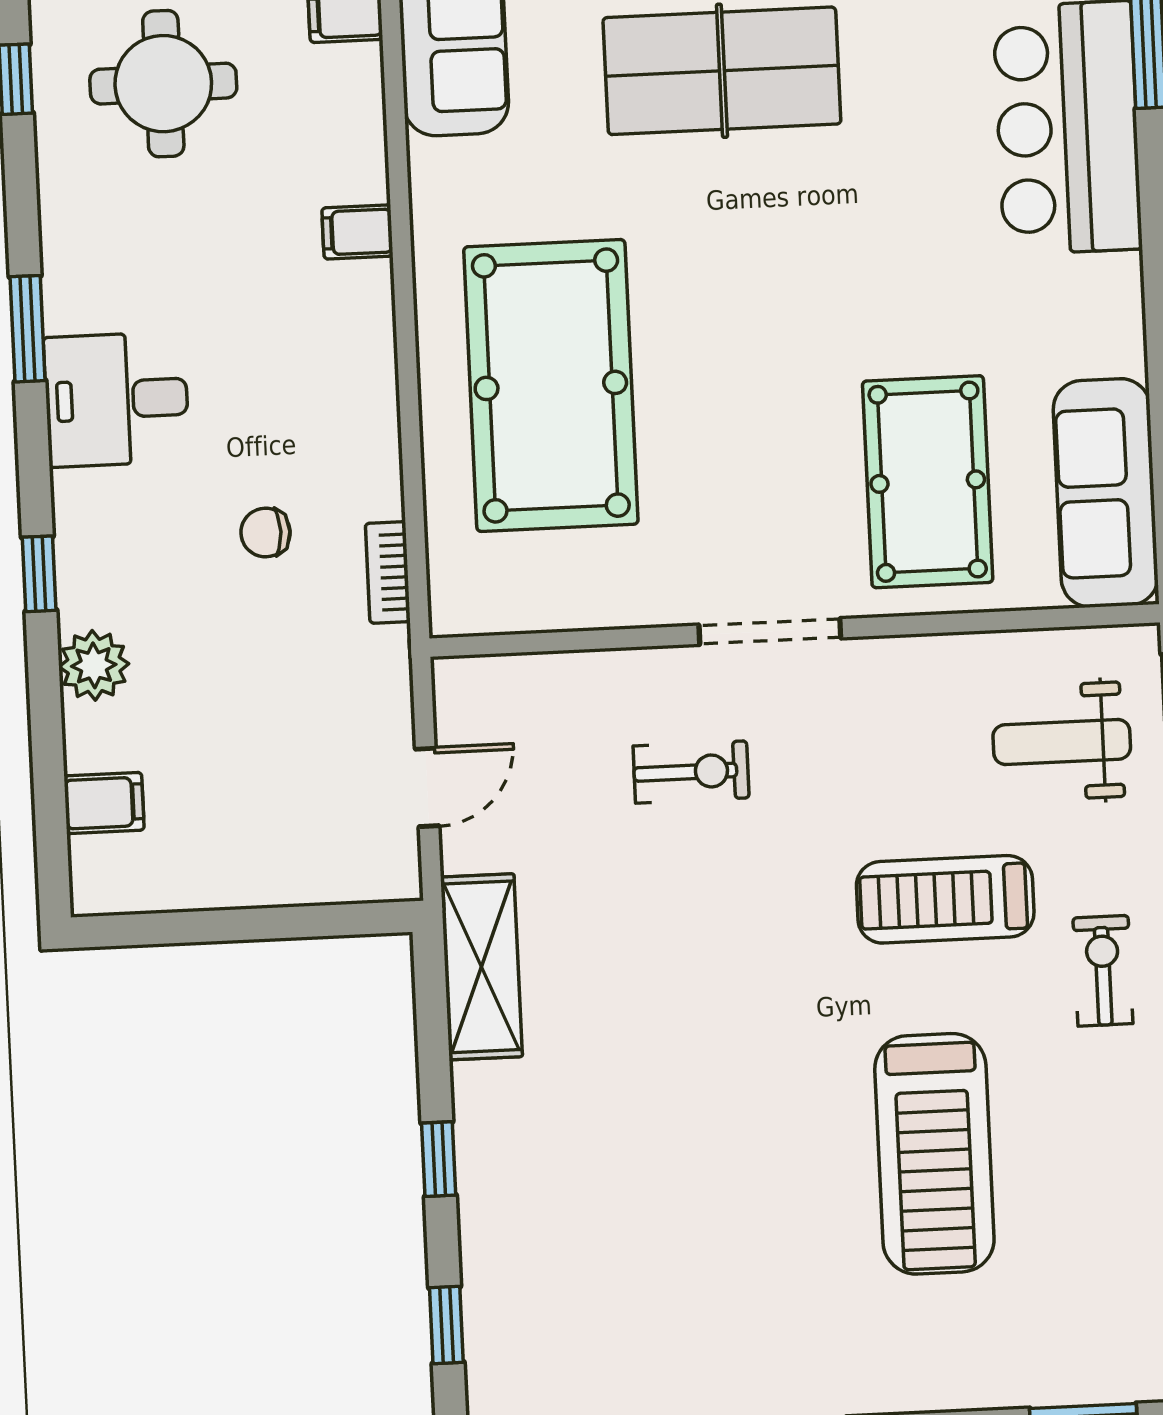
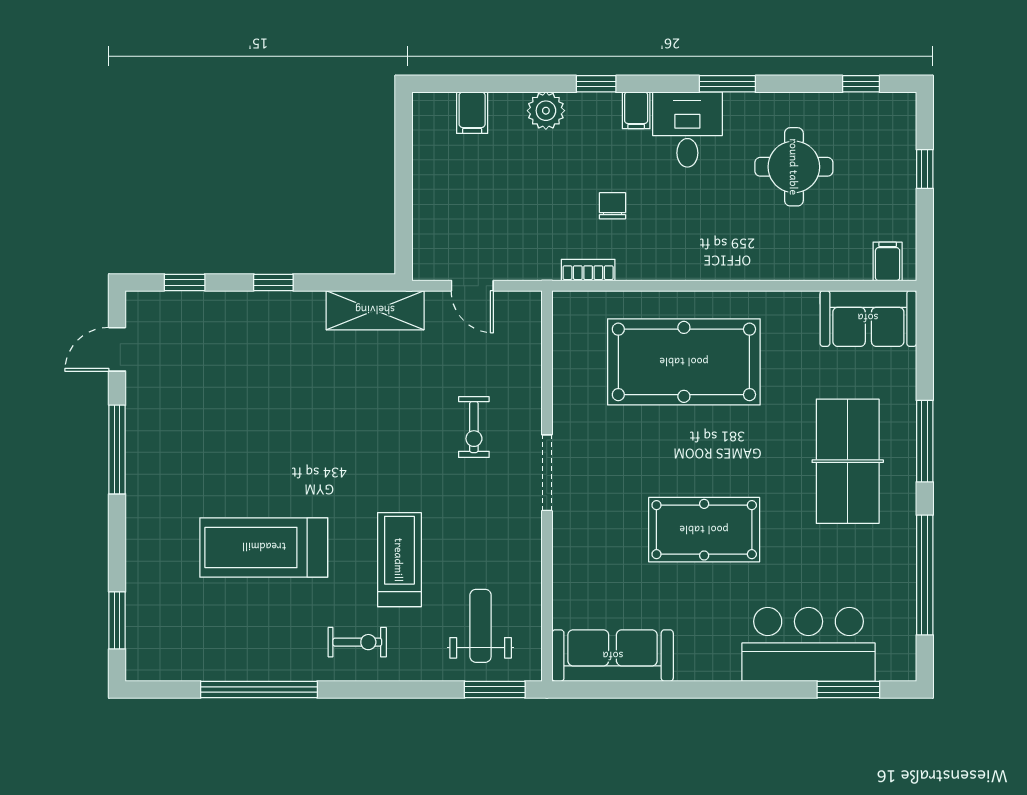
round table: (163, 84) -> (794, 167), moved
filing cabinet: (357, 232) -> (636, 110), moved, turned 180
pool table: (928, 482) -> (704, 530), moved

